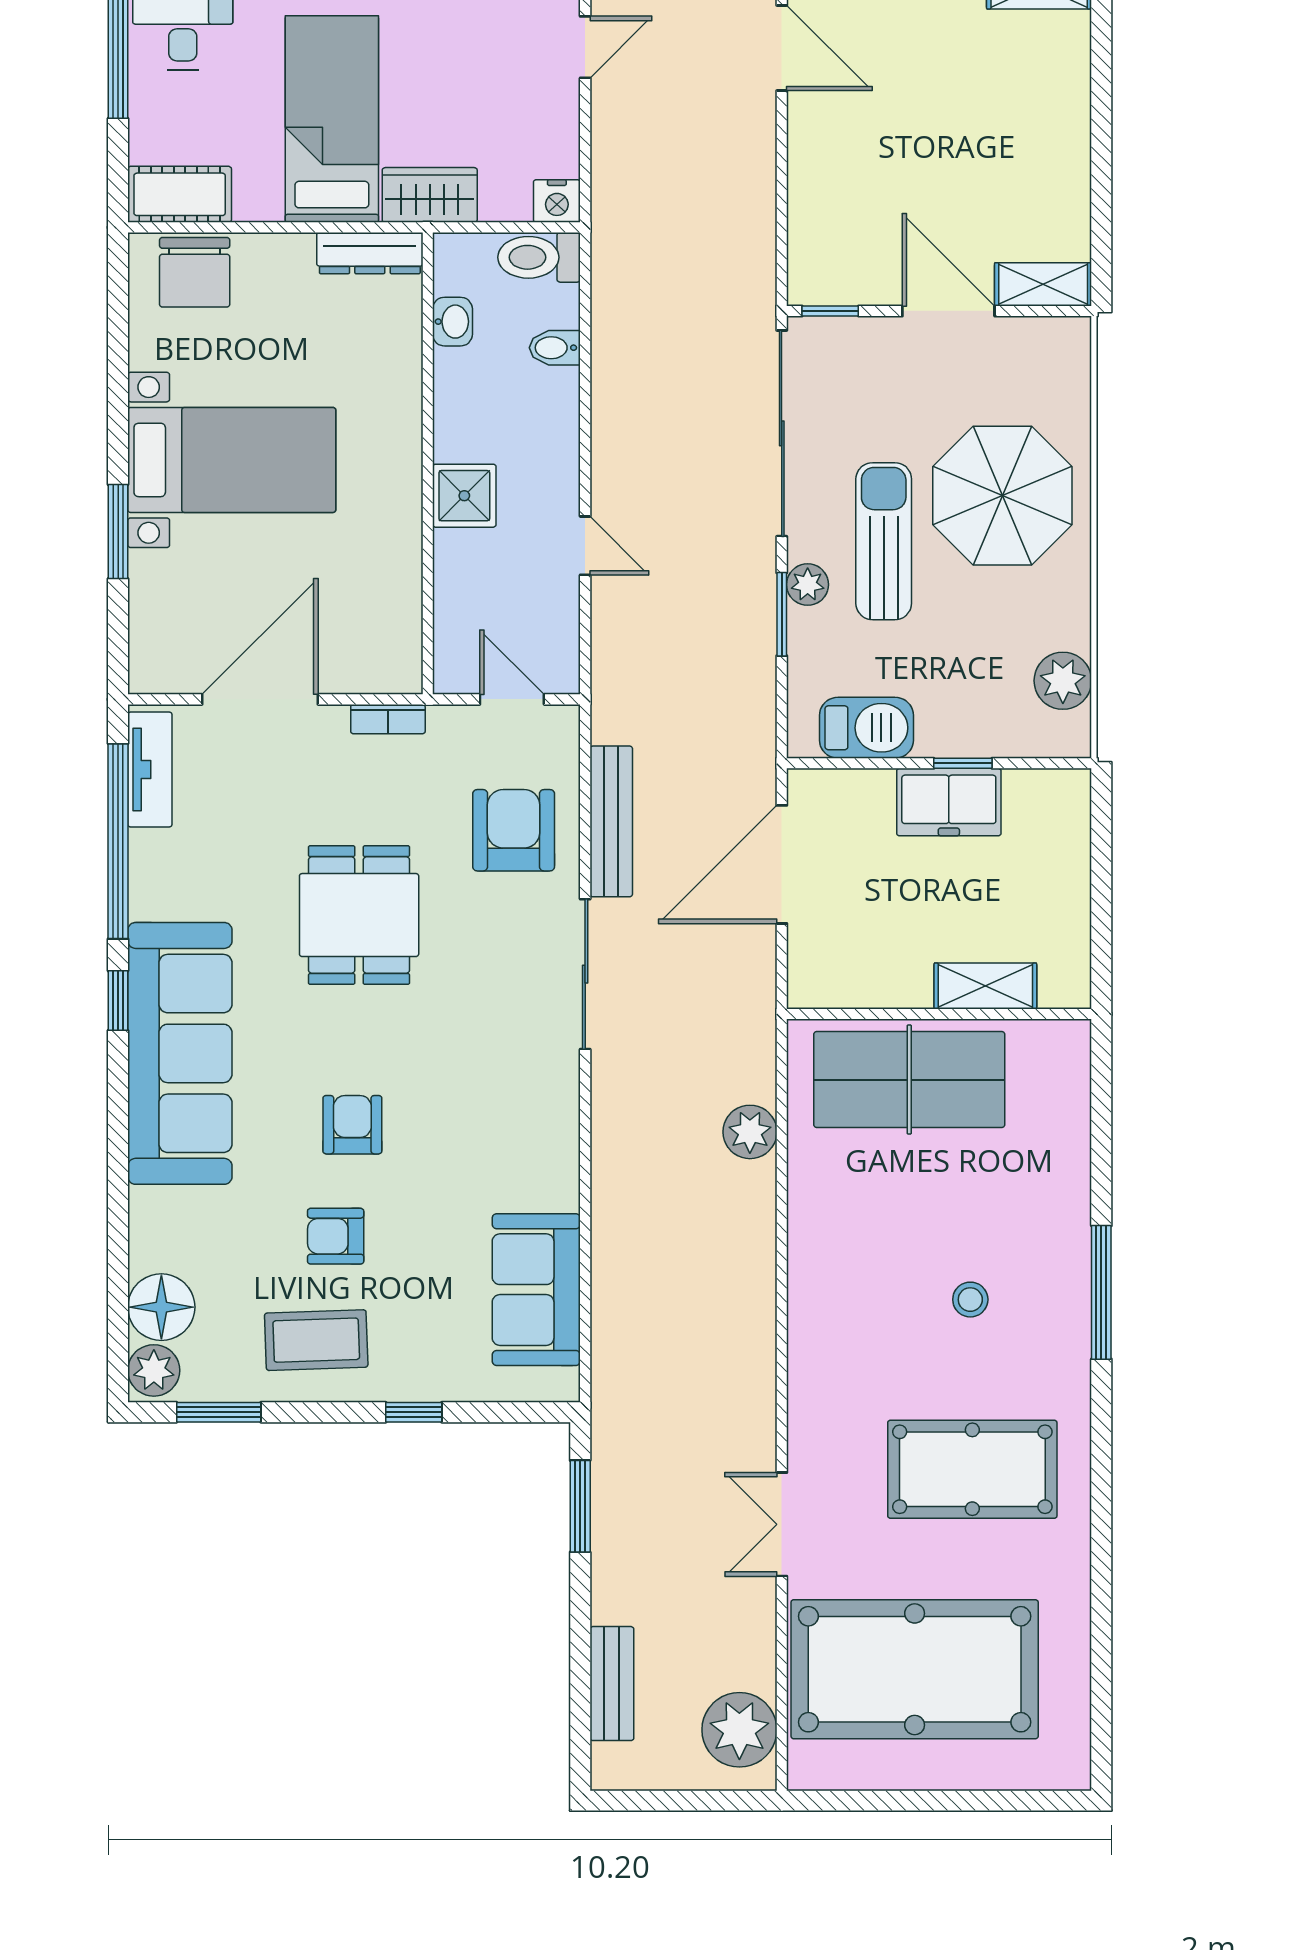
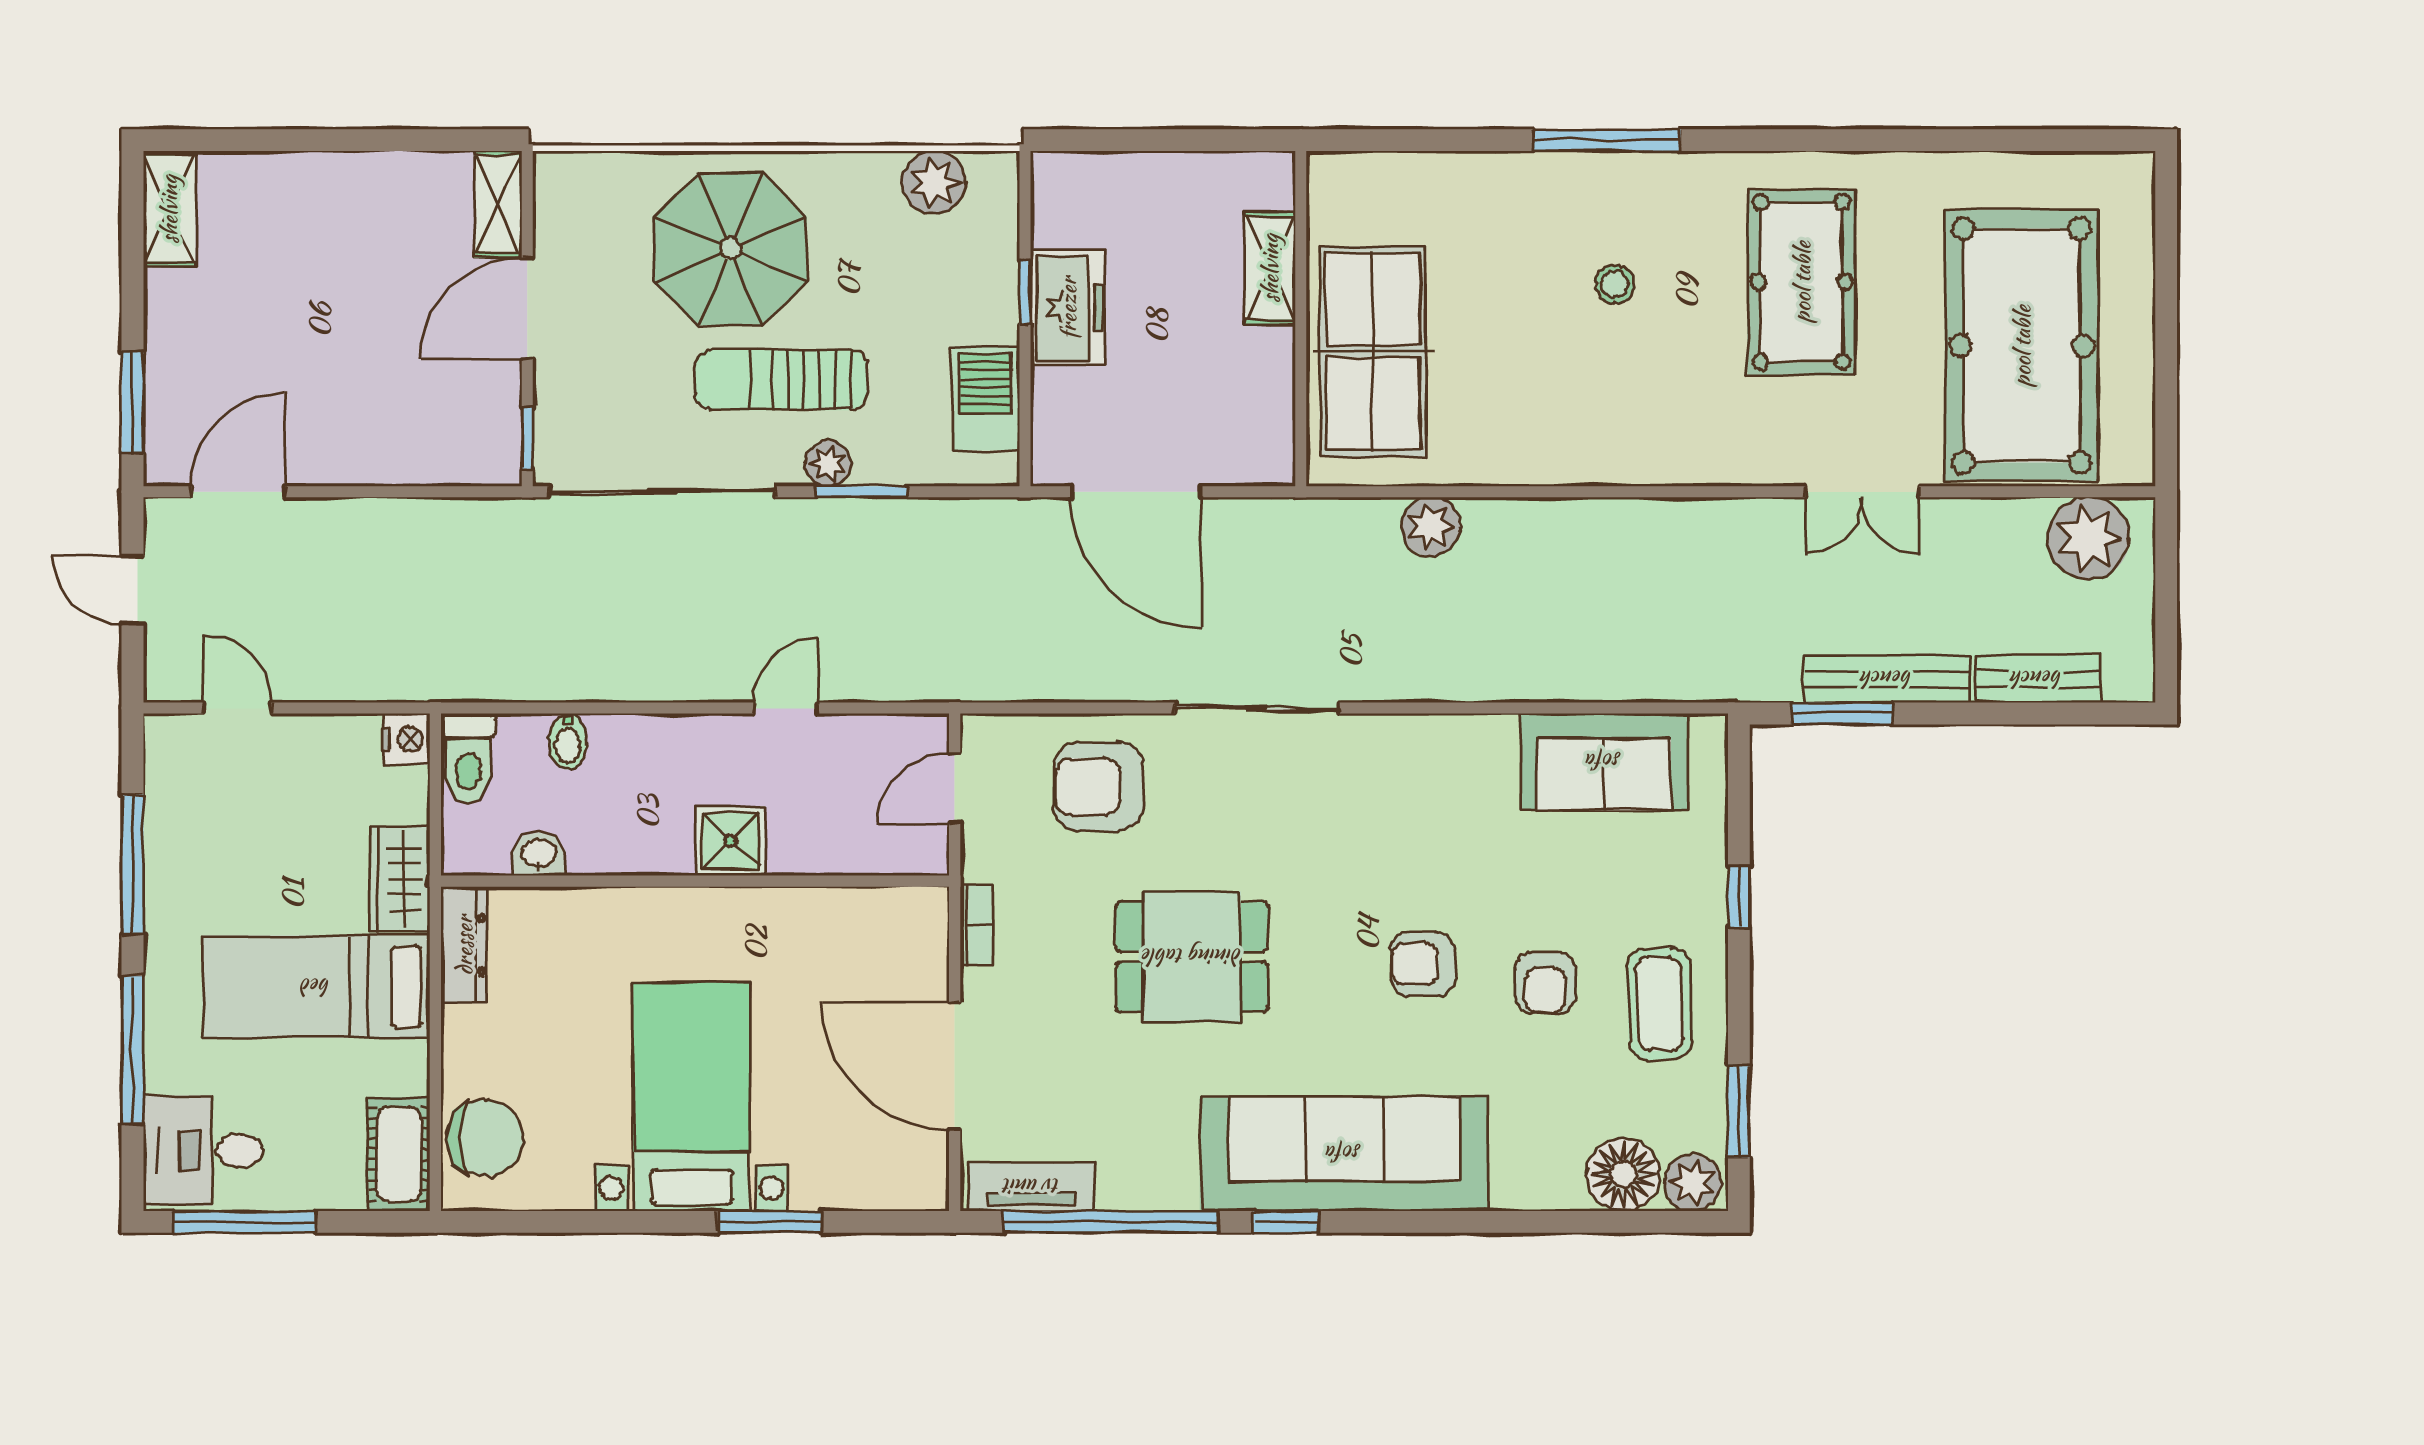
bench: (611, 821) -> (1887, 679), moved

